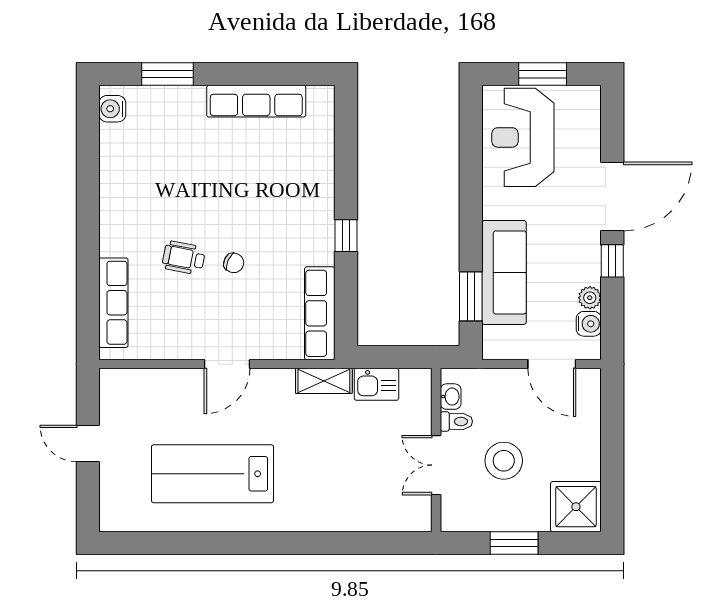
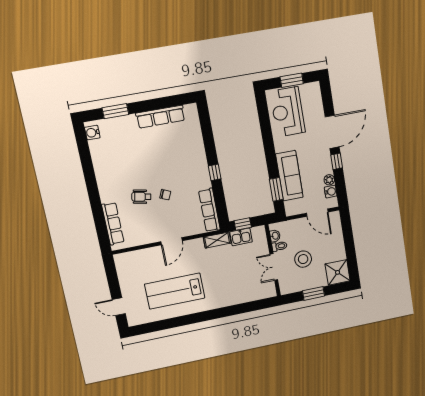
window: (385, 357) -> (243, 224), added
door: (88, 444) -> (119, 307), moved

